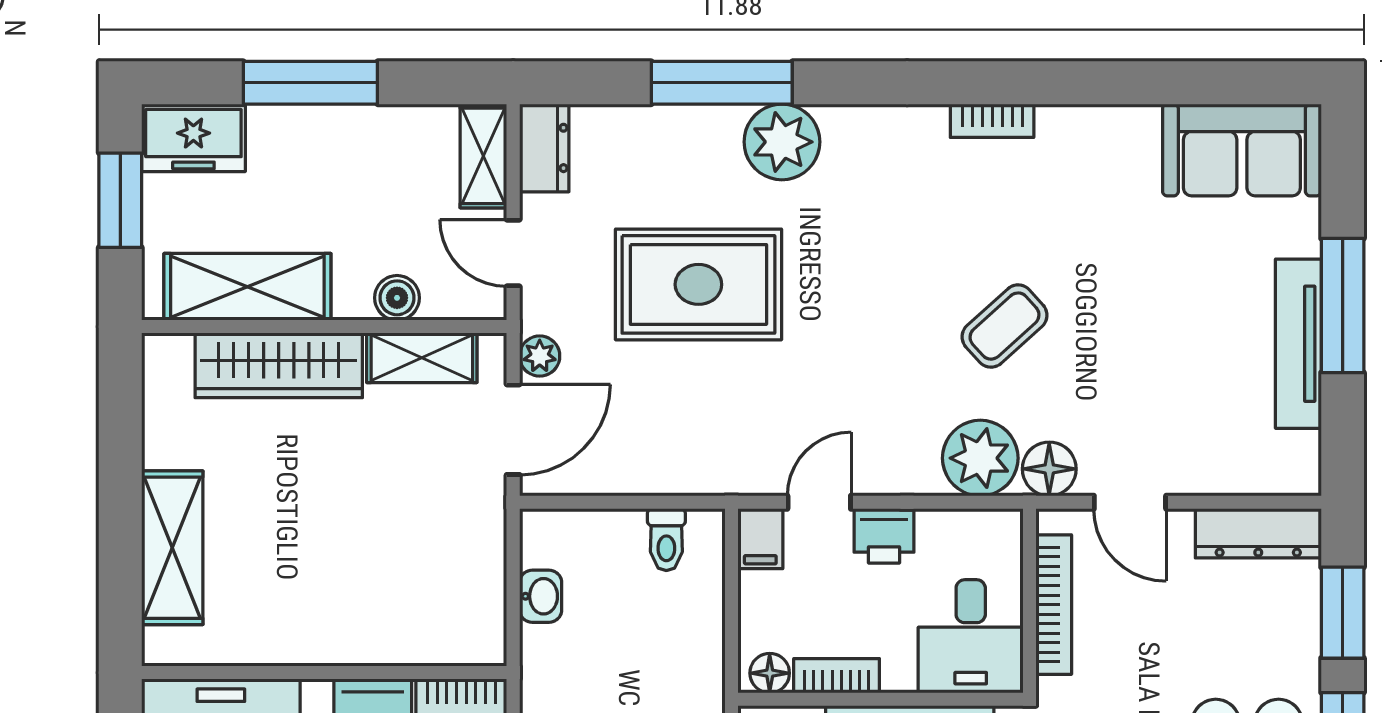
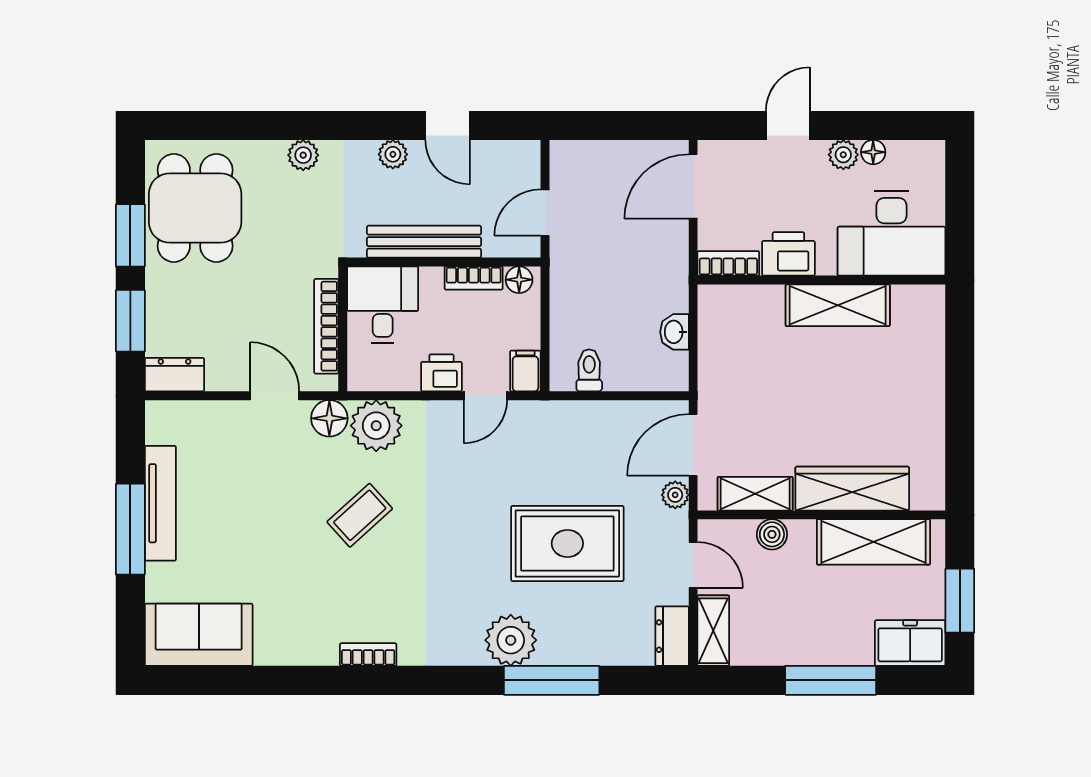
dresser: (1258, 533) -> (175, 375), width x0.70
shelving: (172, 548) -> (838, 305), moved, turned 90

